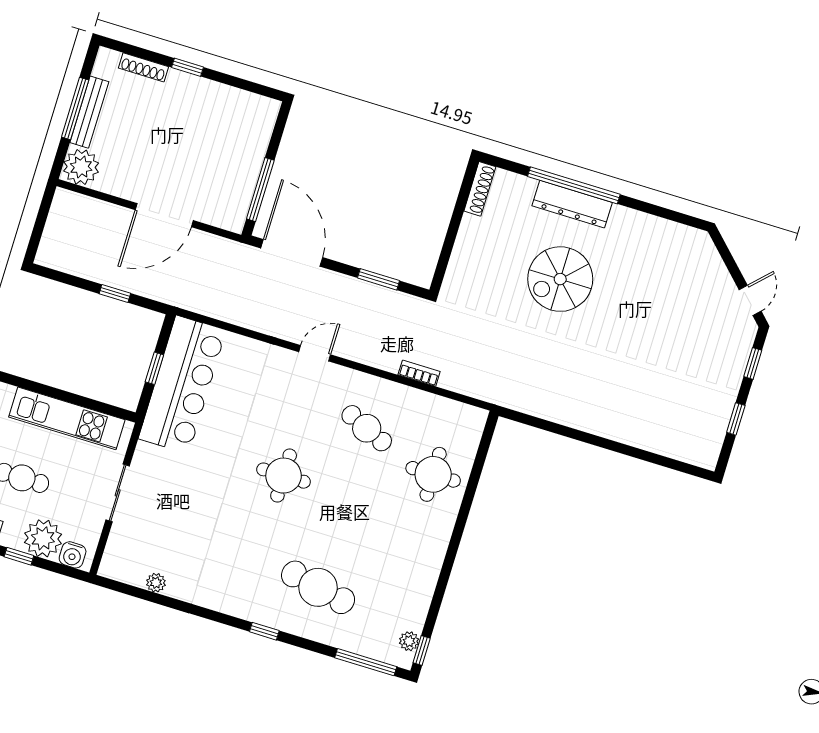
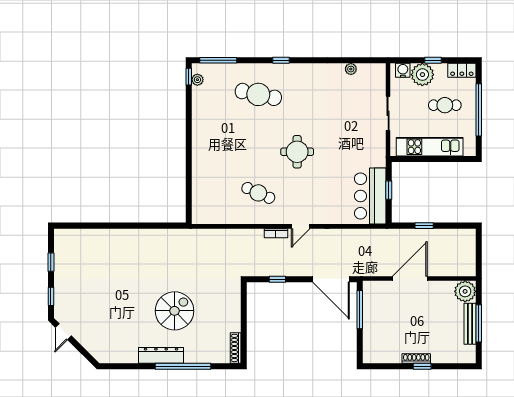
shoe rack: (143, 67) -> (416, 359), moved
dresser: (572, 204) -> (161, 355), moved
window: (378, 279) -> (277, 279), width x0.67
bookcase: (419, 373) -> (276, 233), moved
bar counter: (182, 385) -> (370, 196), width x0.73
round table: (433, 474) -> (213, 178), removed

